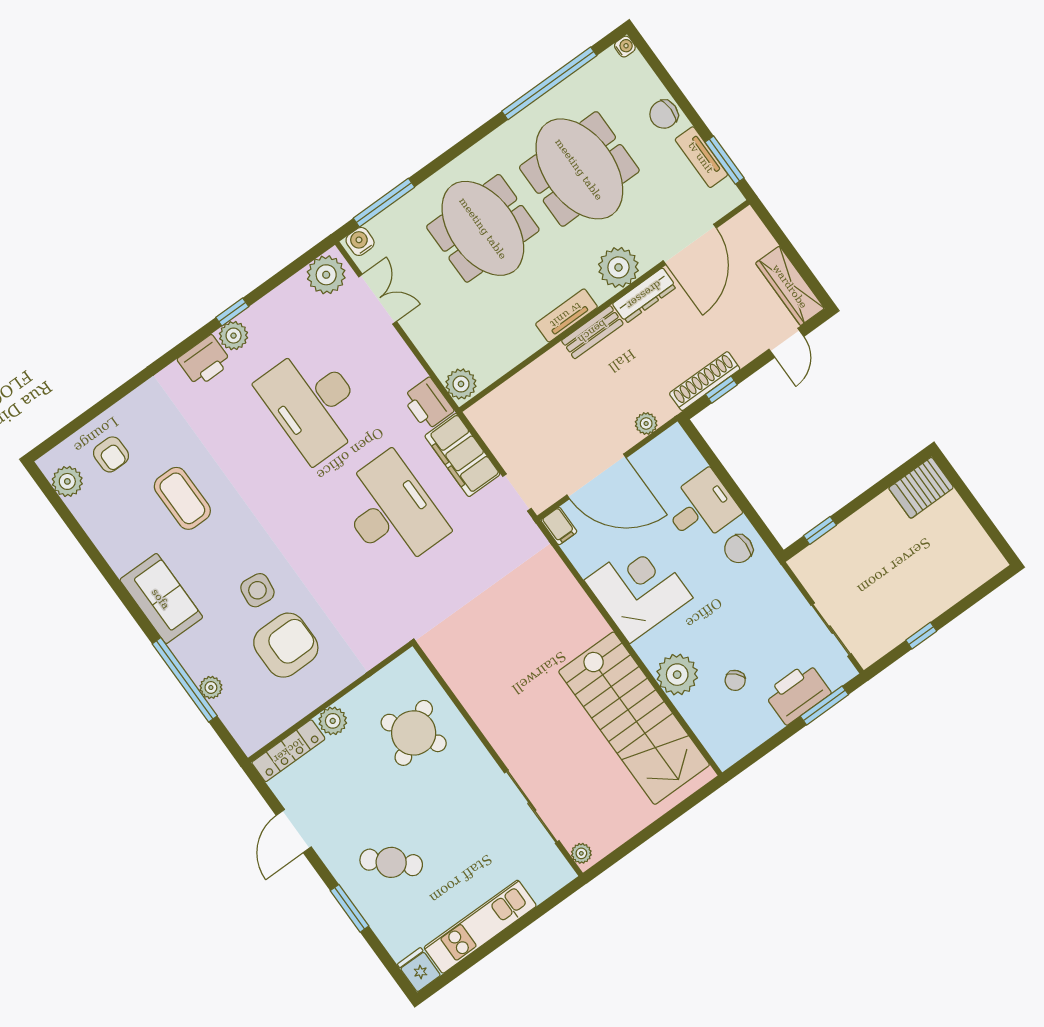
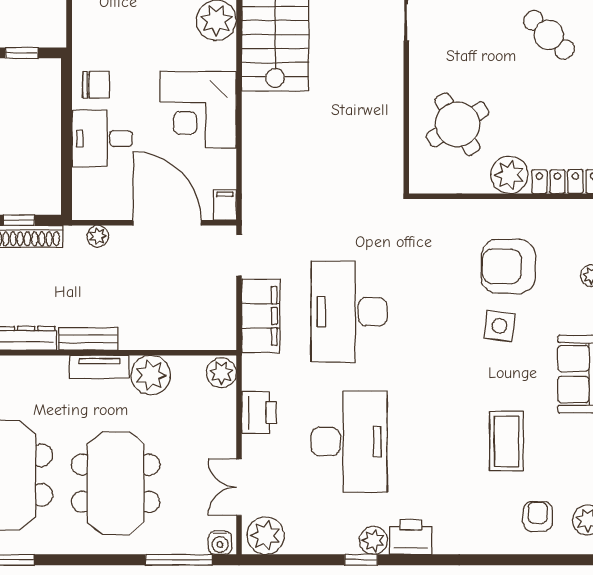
plant: (618, 267) -> (151, 375), moved
printer: (428, 404) -> (259, 412), moved
plant: (333, 721) -> (509, 175), width x1.36, depth x1.36

